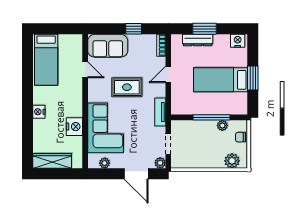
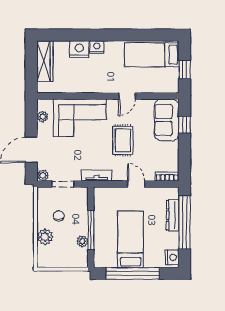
window: (60, 29) -> (185, 70), added
window: (134, 29) -> (185, 125), moved
window: (204, 29) -> (185, 222), width x2.11
door: (85, 70) -> (127, 96), moved
window: (253, 78) -> (133, 273), width x2.11
nightstand: (74, 127) -> (79, 49), moved, turned 180
chair: (241, 137) -> (59, 216), moved
plant: (232, 161) -> (45, 237), moved

